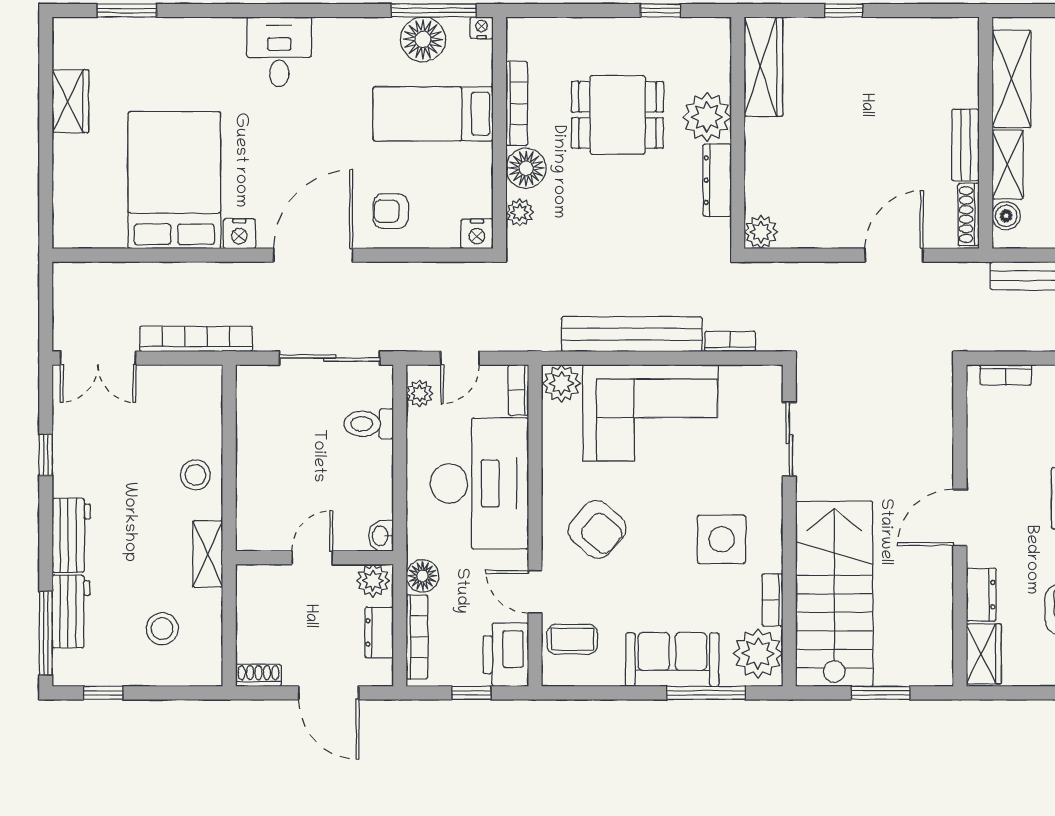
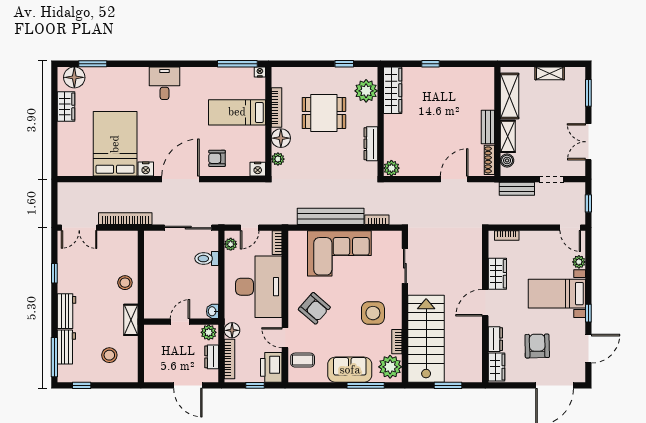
floor lamp: (423, 39) -> (74, 77), moved
plant: (707, 117) -> (366, 91), moved
plant: (561, 383) -> (298, 239), removed
wardrobe: (985, 456) -> (497, 274), added
shoe rack: (259, 675) -> (155, 377), removed

